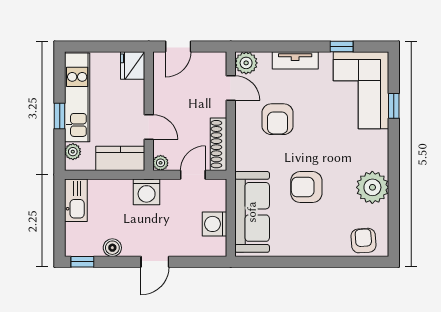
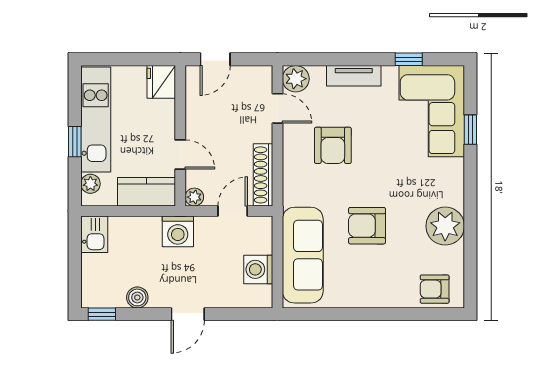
kitchen sink: (76, 200) -> (94, 234), width x0.73
armchair: (363, 241) -> (435, 289), turned -86

